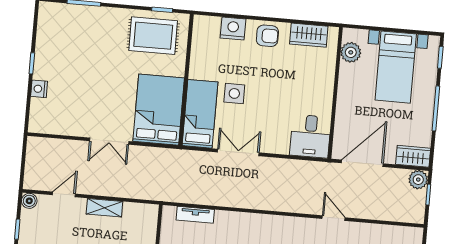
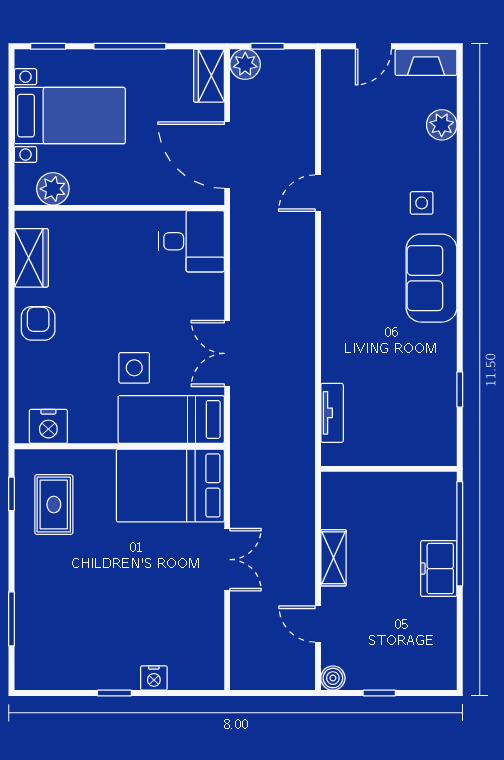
nightstand: (233, 29) -> (48, 426), moved, turned -90
rug: (153, 36) -> (54, 505), width x0.73, depth x0.70

